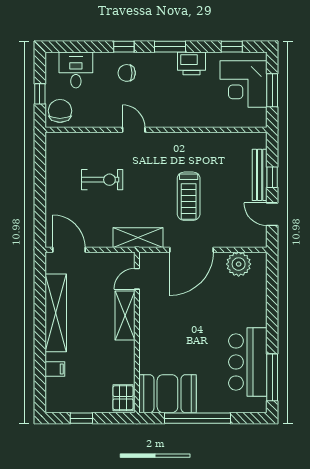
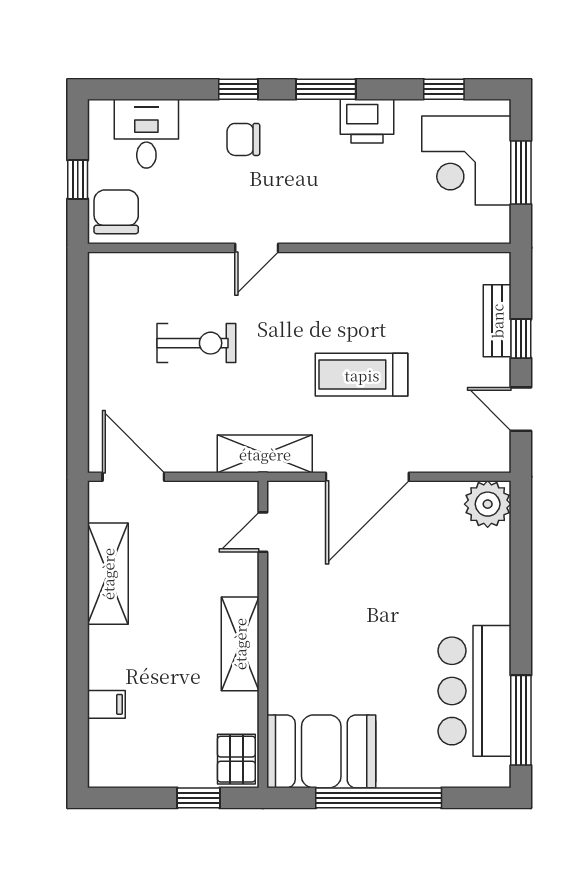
door: (134, 130) -> (257, 248), swing flipped
bench: (260, 175) -> (497, 321), width x0.73
treadmill: (189, 196) -> (362, 375), turned 90
plant: (239, 264) -> (488, 504), moved
shelving: (56, 313) -> (108, 574), width x0.68
shelving: (125, 316) -> (240, 644), moved
window: (81, 418) -> (198, 798), moved

